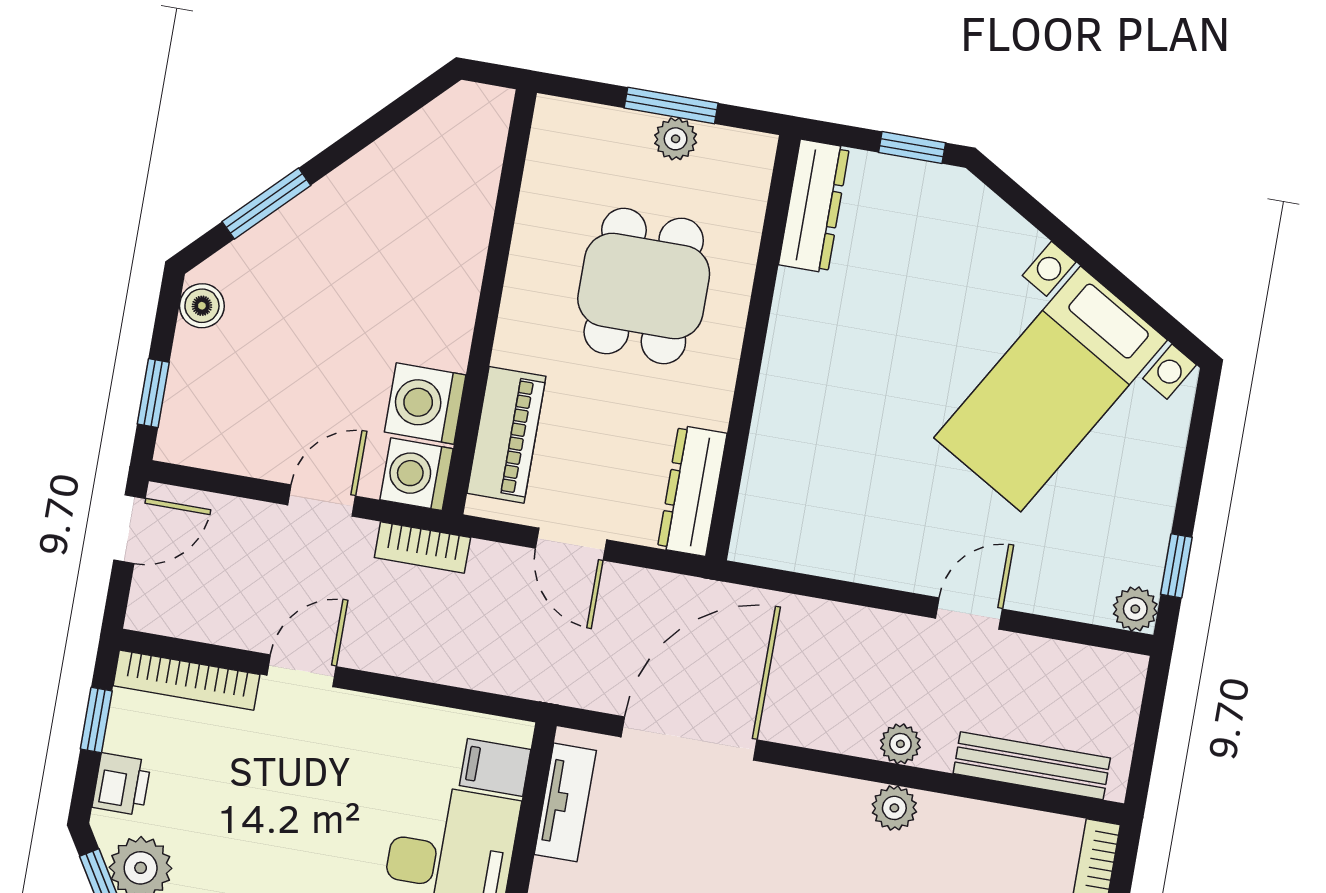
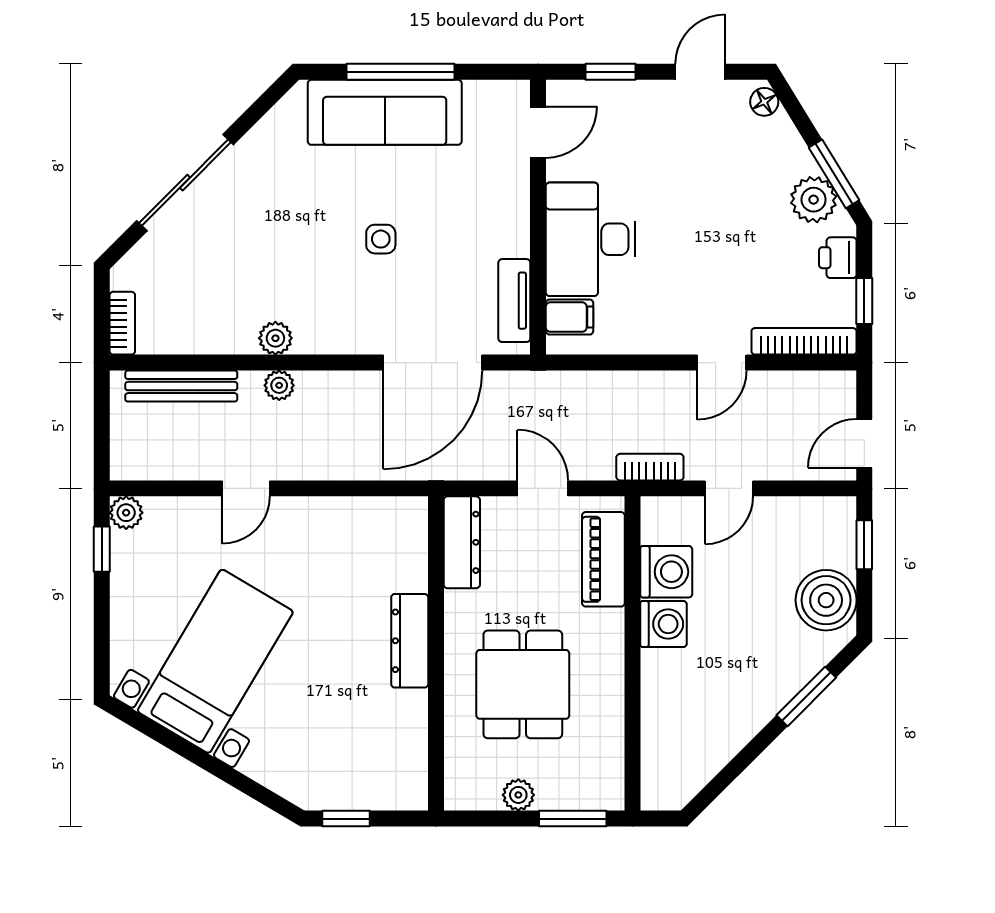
window: (671, 105) -> (573, 819), moved
dresser: (814, 206) -> (410, 641), moved
boiler: (202, 306) -> (826, 600), width x1.86, depth x1.86
washing machine: (417, 474) -> (663, 624), moved

